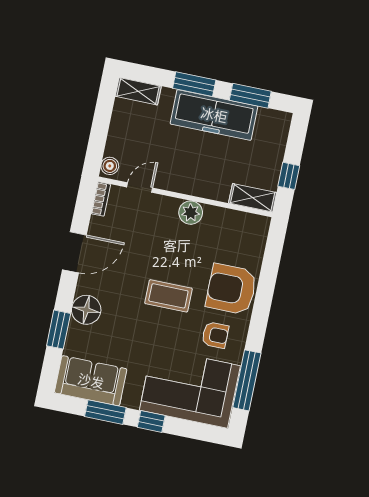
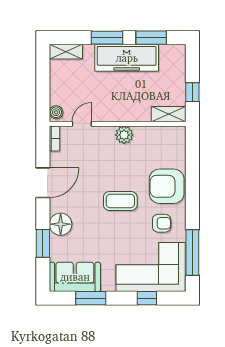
window: (151, 421) -> (147, 298), moved

